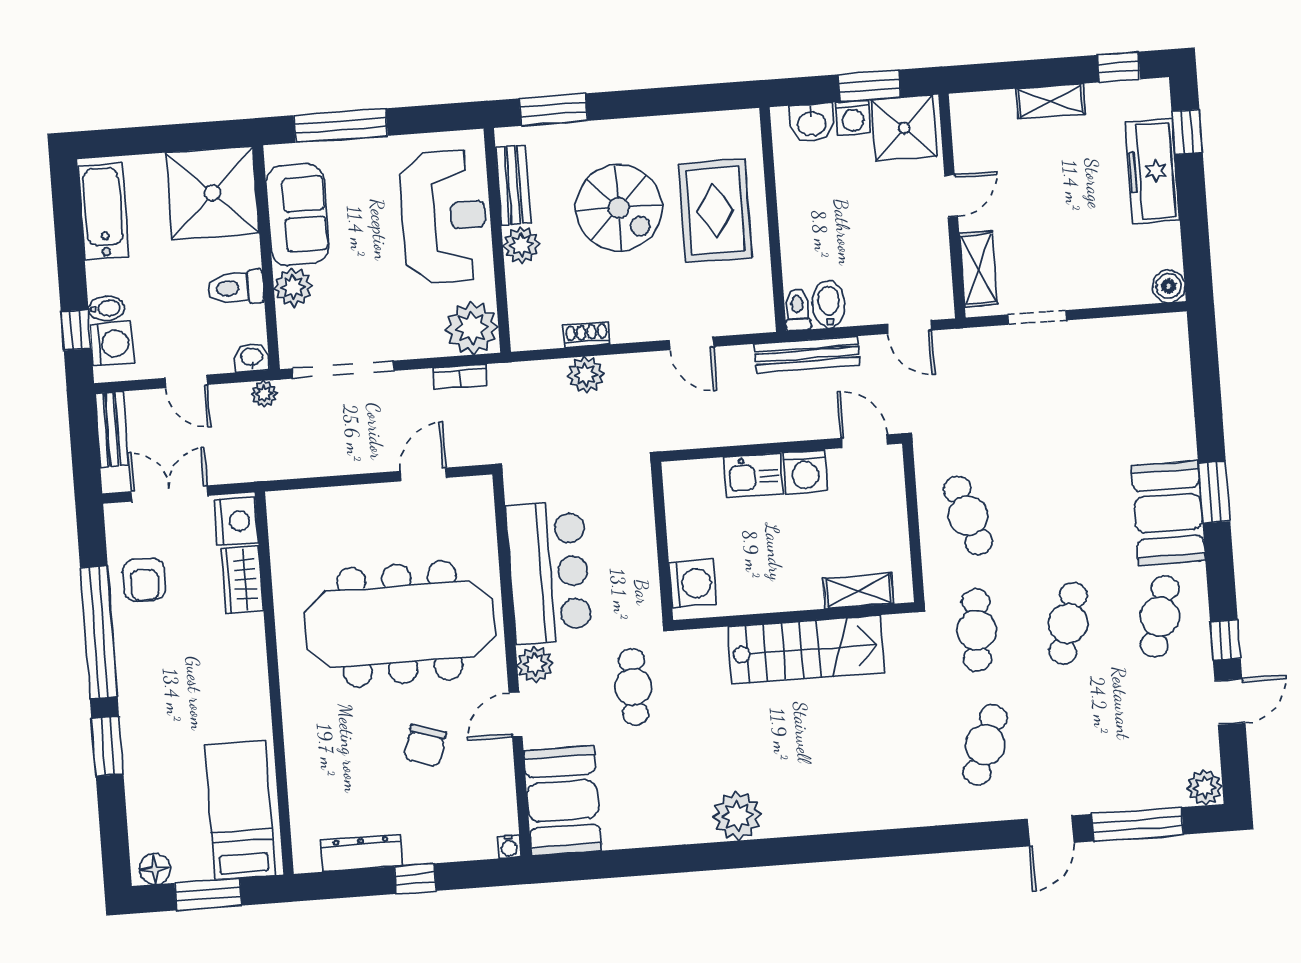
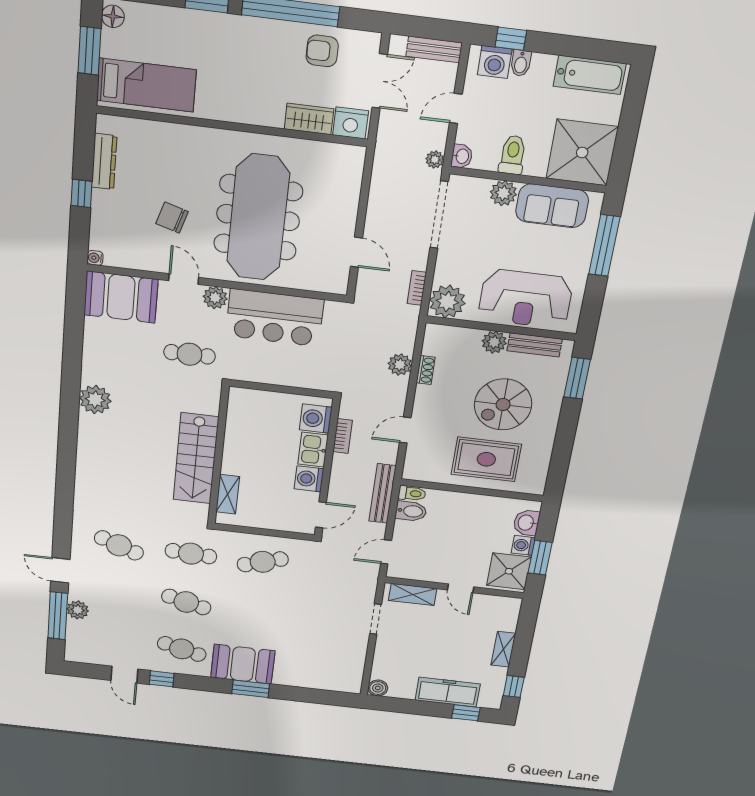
bookcase: (721, 435) -> (343, 436), added
washing machine: (693, 583) -> (316, 419), moved, turned 90
plant: (1205, 787) -> (78, 610), moved

